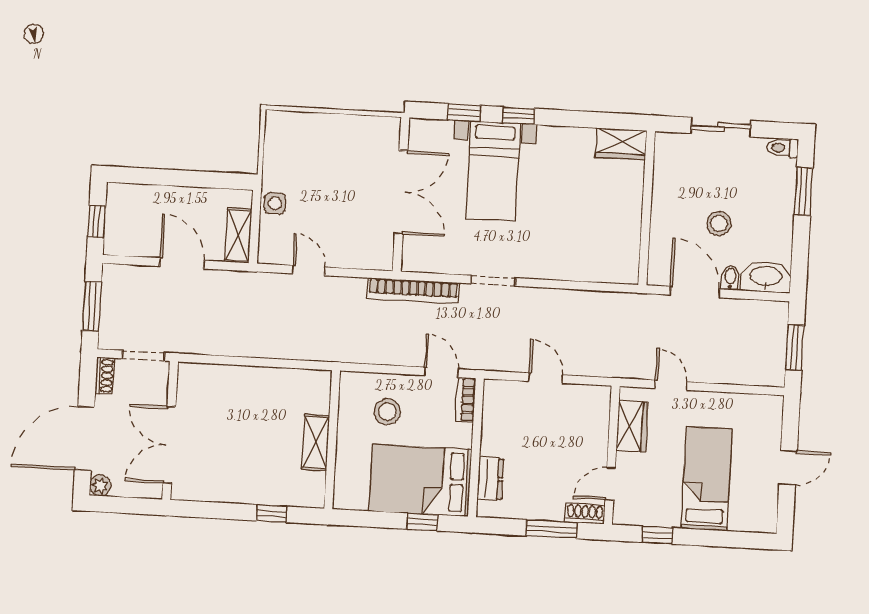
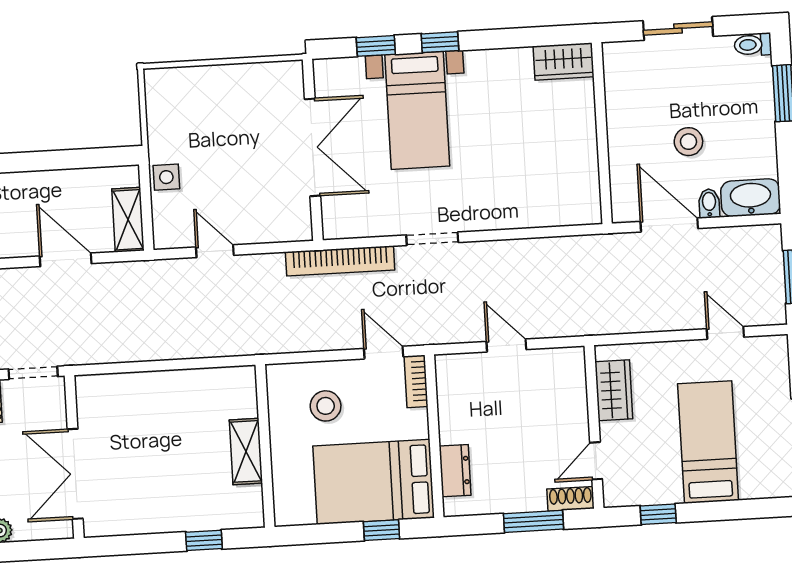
door: (671, 385) -> (725, 333), moved

